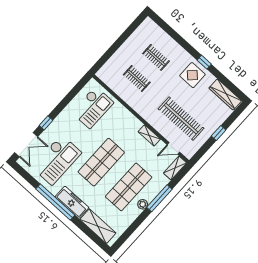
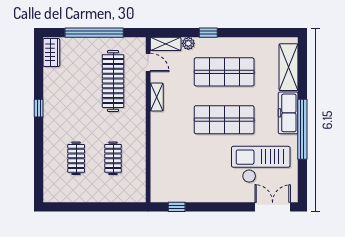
display table: (192, 75) -> (61, 108), removed
wardrobe: (225, 94) -> (51, 52), width x0.67
checkout: (93, 107) -> (179, 176), removed
window: (46, 123) -> (177, 207), moved
window: (219, 133) -> (94, 33), width x3.17
window: (159, 198) -> (208, 33), width x0.46
plant: (143, 204) -> (188, 43), moved

